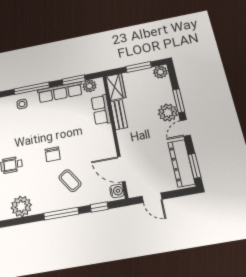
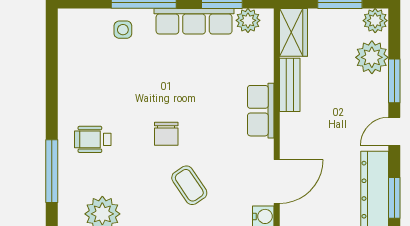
row of seats: (101, 110) -> (261, 111), moved
plant: (168, 113) -> (372, 57), moved
door: (121, 169) -> (277, 182), swing flipped

